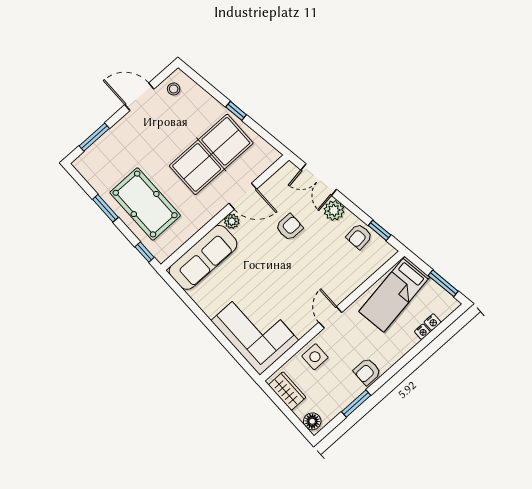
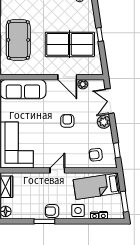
plant: (232, 221) -> (83, 84), moved
armchair: (289, 227) -> (67, 121), moved, turned -90
armchair: (359, 236) -> (96, 155), moved
side table: (315, 357) -> (78, 210), moved
window: (356, 404) -> (44, 221), moved

